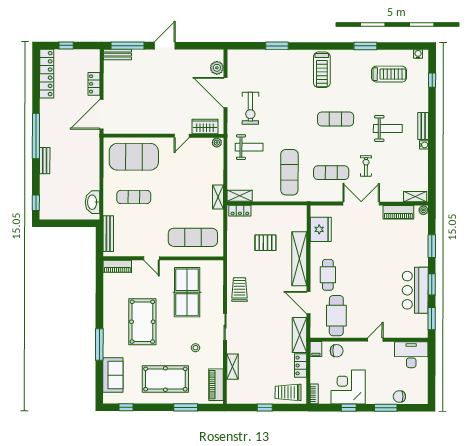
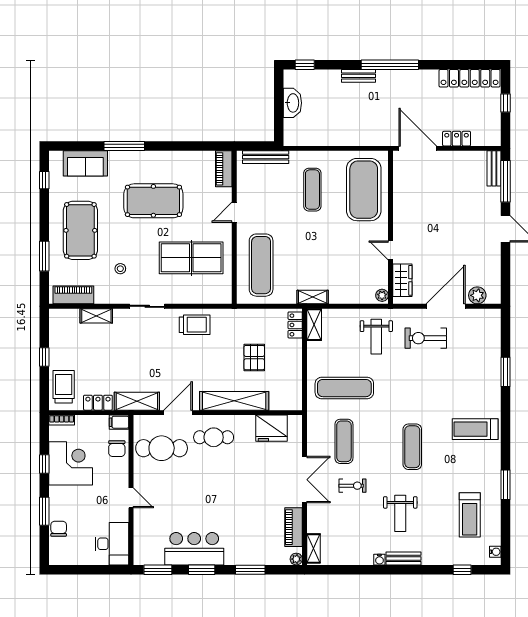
washbasin: (93, 202) -> (292, 103), moved, turned 90

